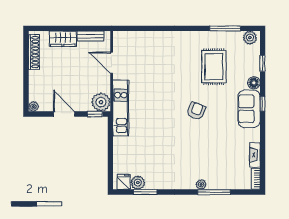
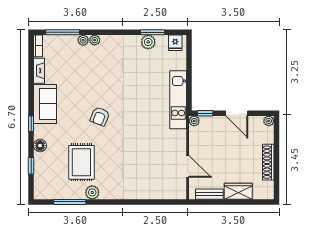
plant: (250, 38) -> (92, 192), moved
shoe rack: (34, 52) -> (268, 162), moved
plant: (101, 102) -> (194, 121), width x0.53, depth x0.53
kitchen unit: (121, 108) -> (178, 100), moved
sofa: (249, 109) -> (45, 104), moved
plant: (138, 183) -> (148, 42), moved
plant: (212, 184) -> (83, 40), added
window: (214, 192) -> (63, 32), moved

